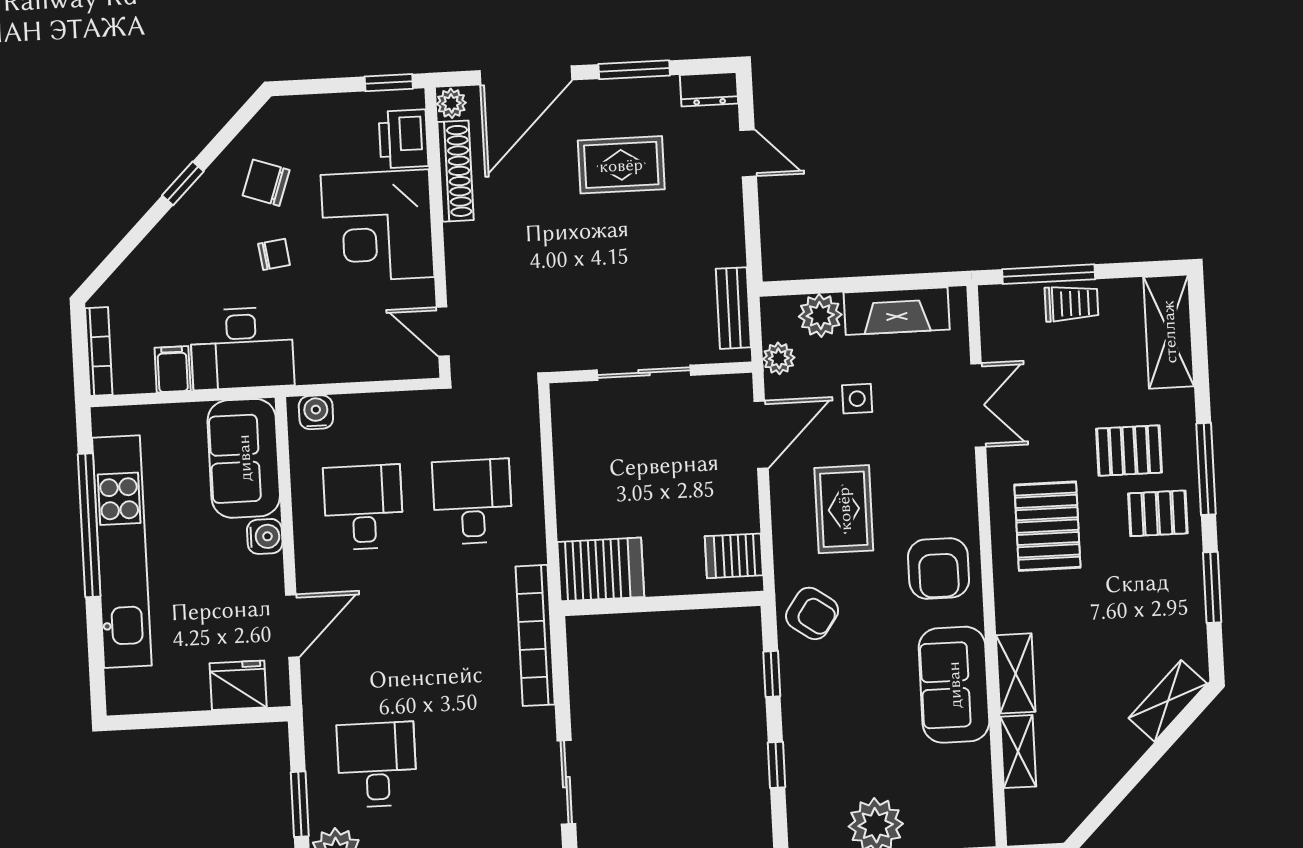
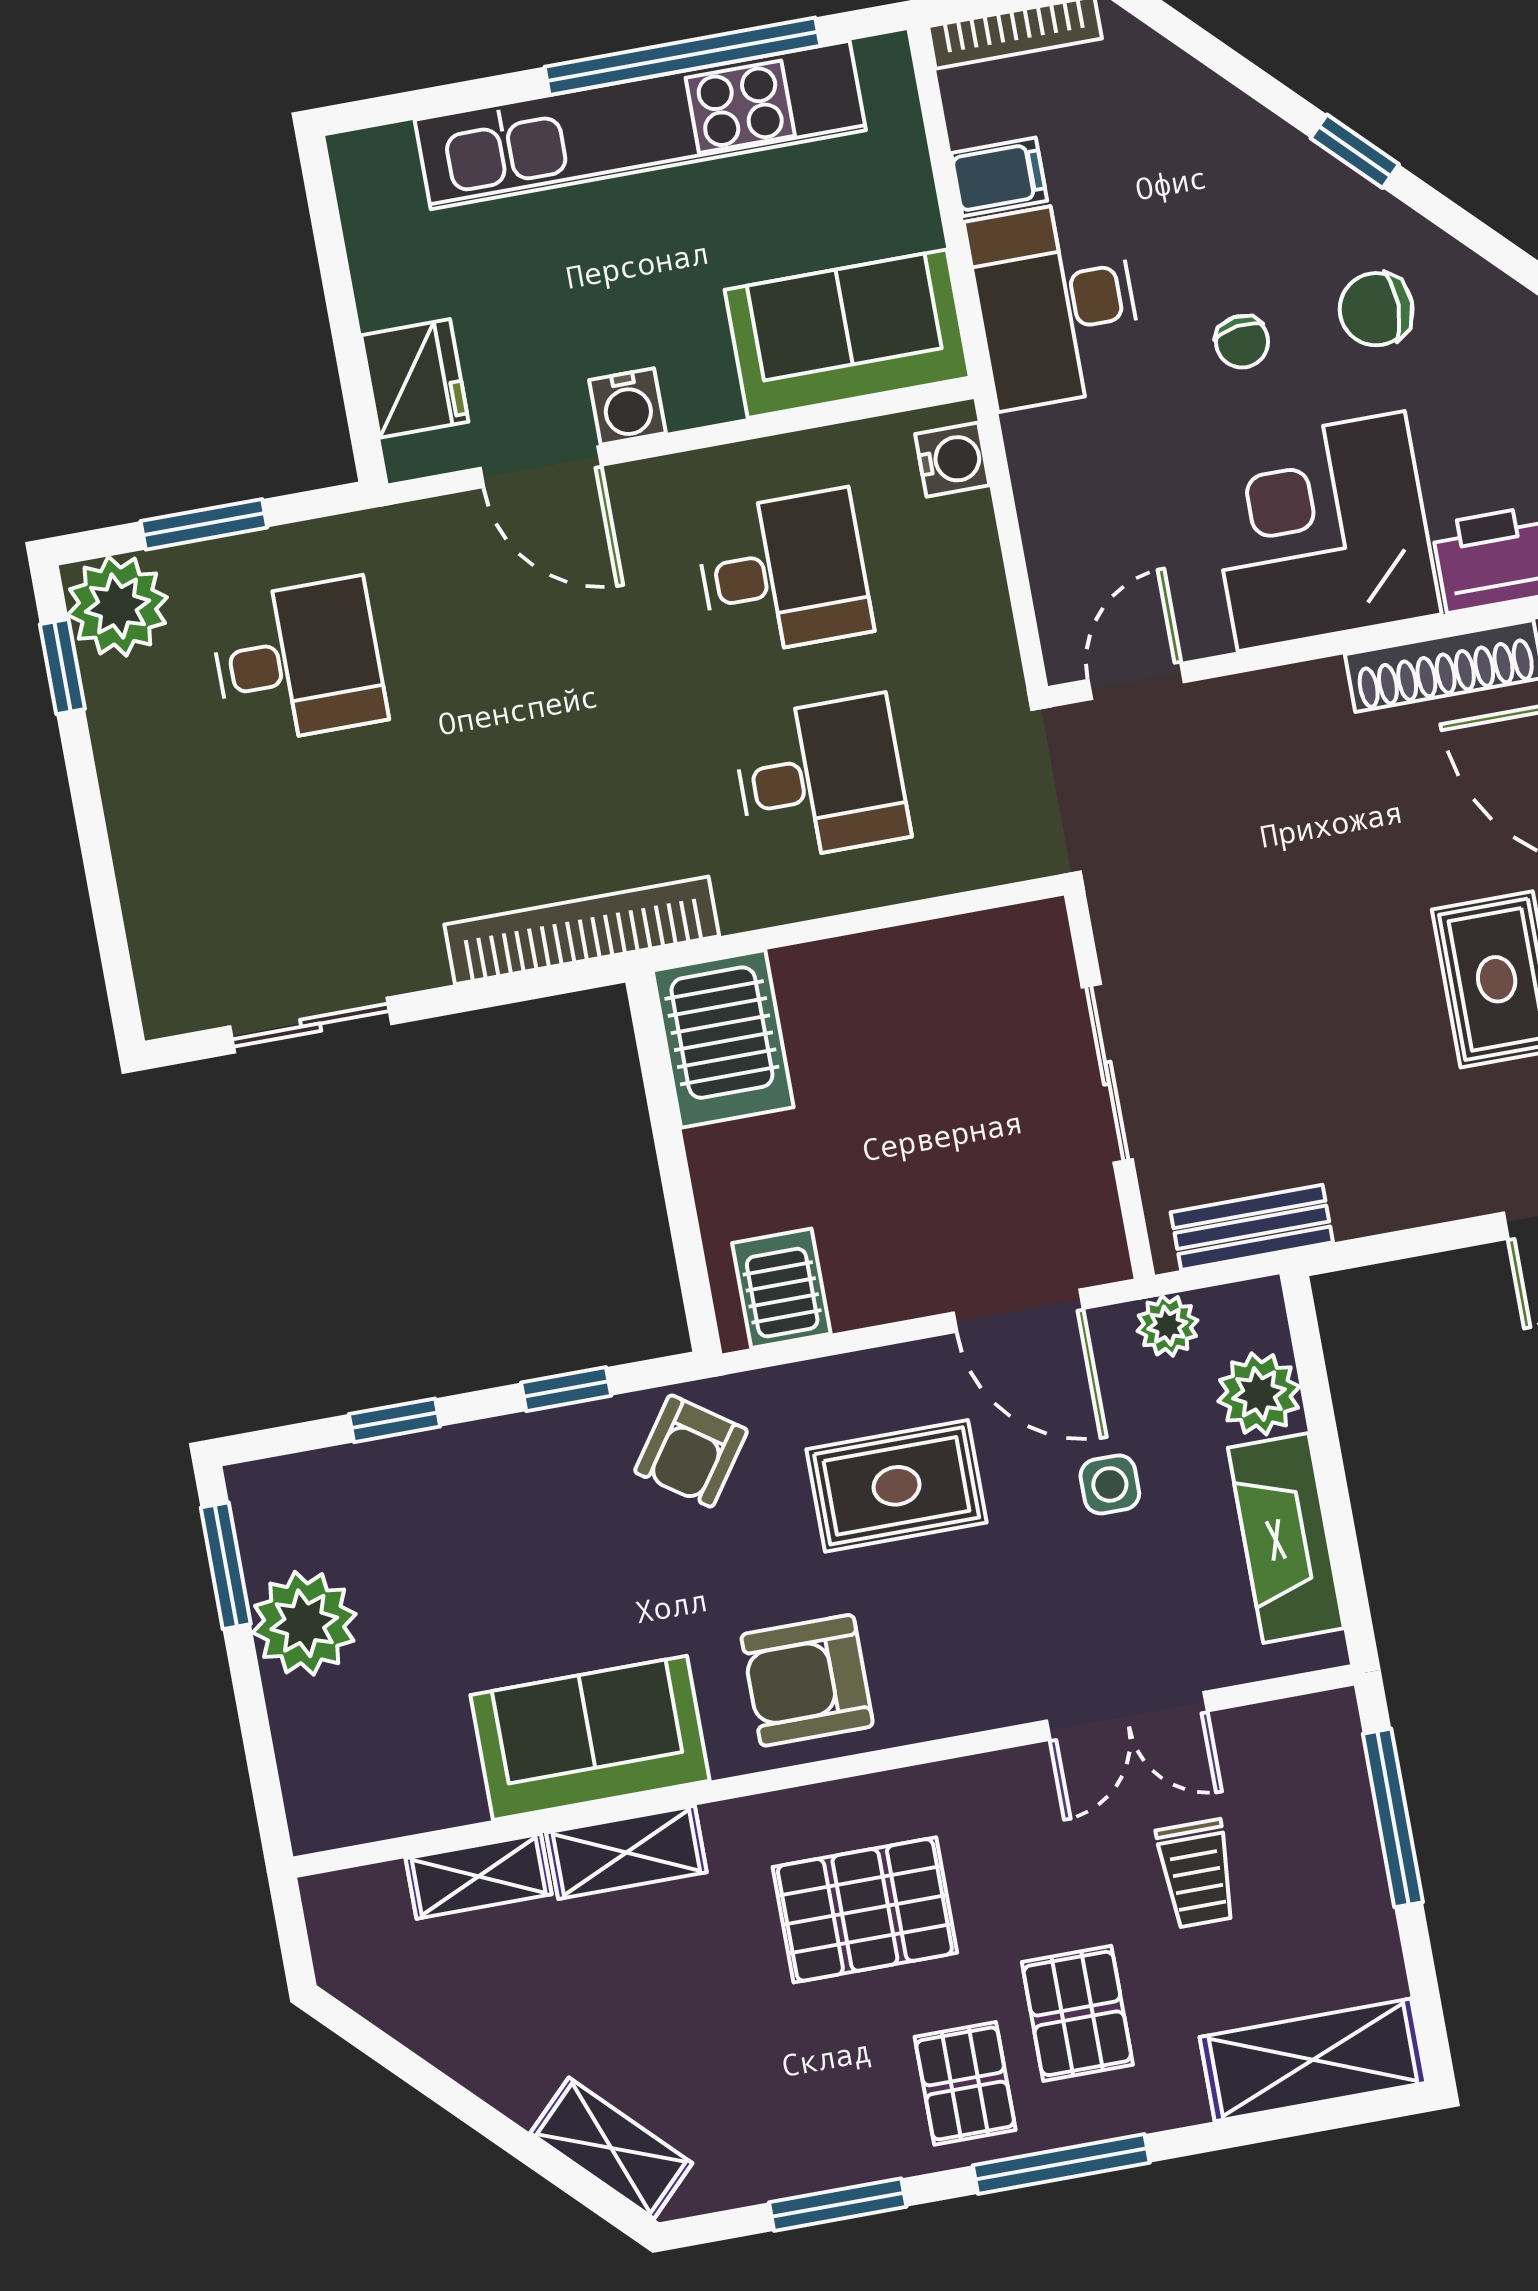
chair: (266, 183) -> (1376, 309), turned -109
trolley: (1071, 303) -> (1197, 1874), moved
pallet: (1047, 526) -> (865, 1910), moved
water cooler: (265, 536) -> (627, 406), moved

